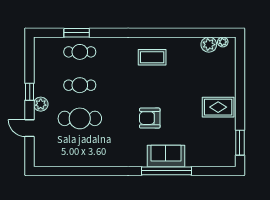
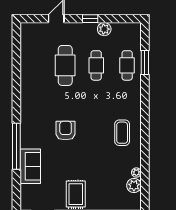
plant: (223, 42) -> (136, 173), moved
plant: (41, 104) -> (104, 29), moved
sofa: (166, 156) -> (30, 166), moved

